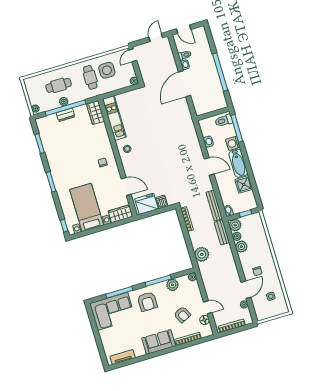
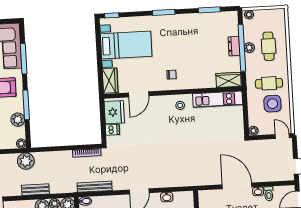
bench: (222, 232) -> (35, 190), moved
plant: (202, 254) -> (26, 161), moved

